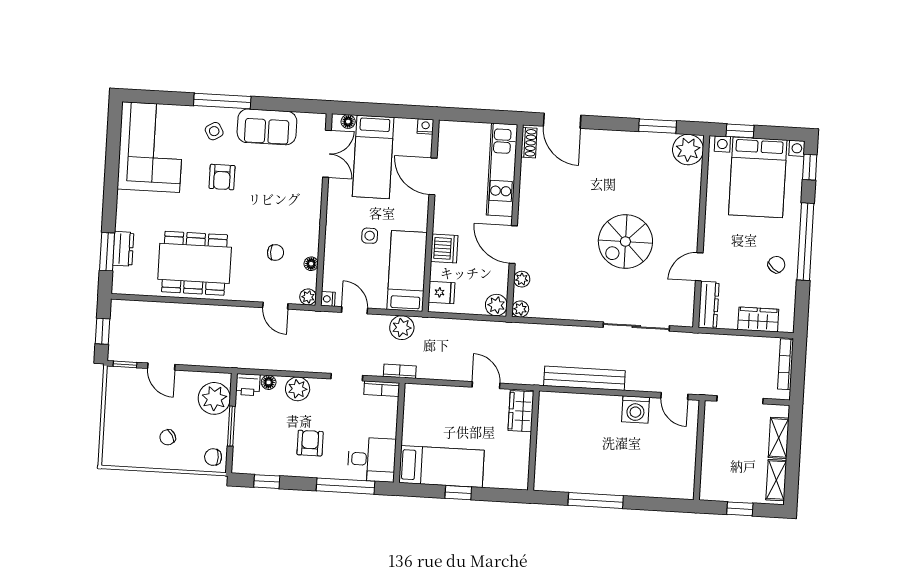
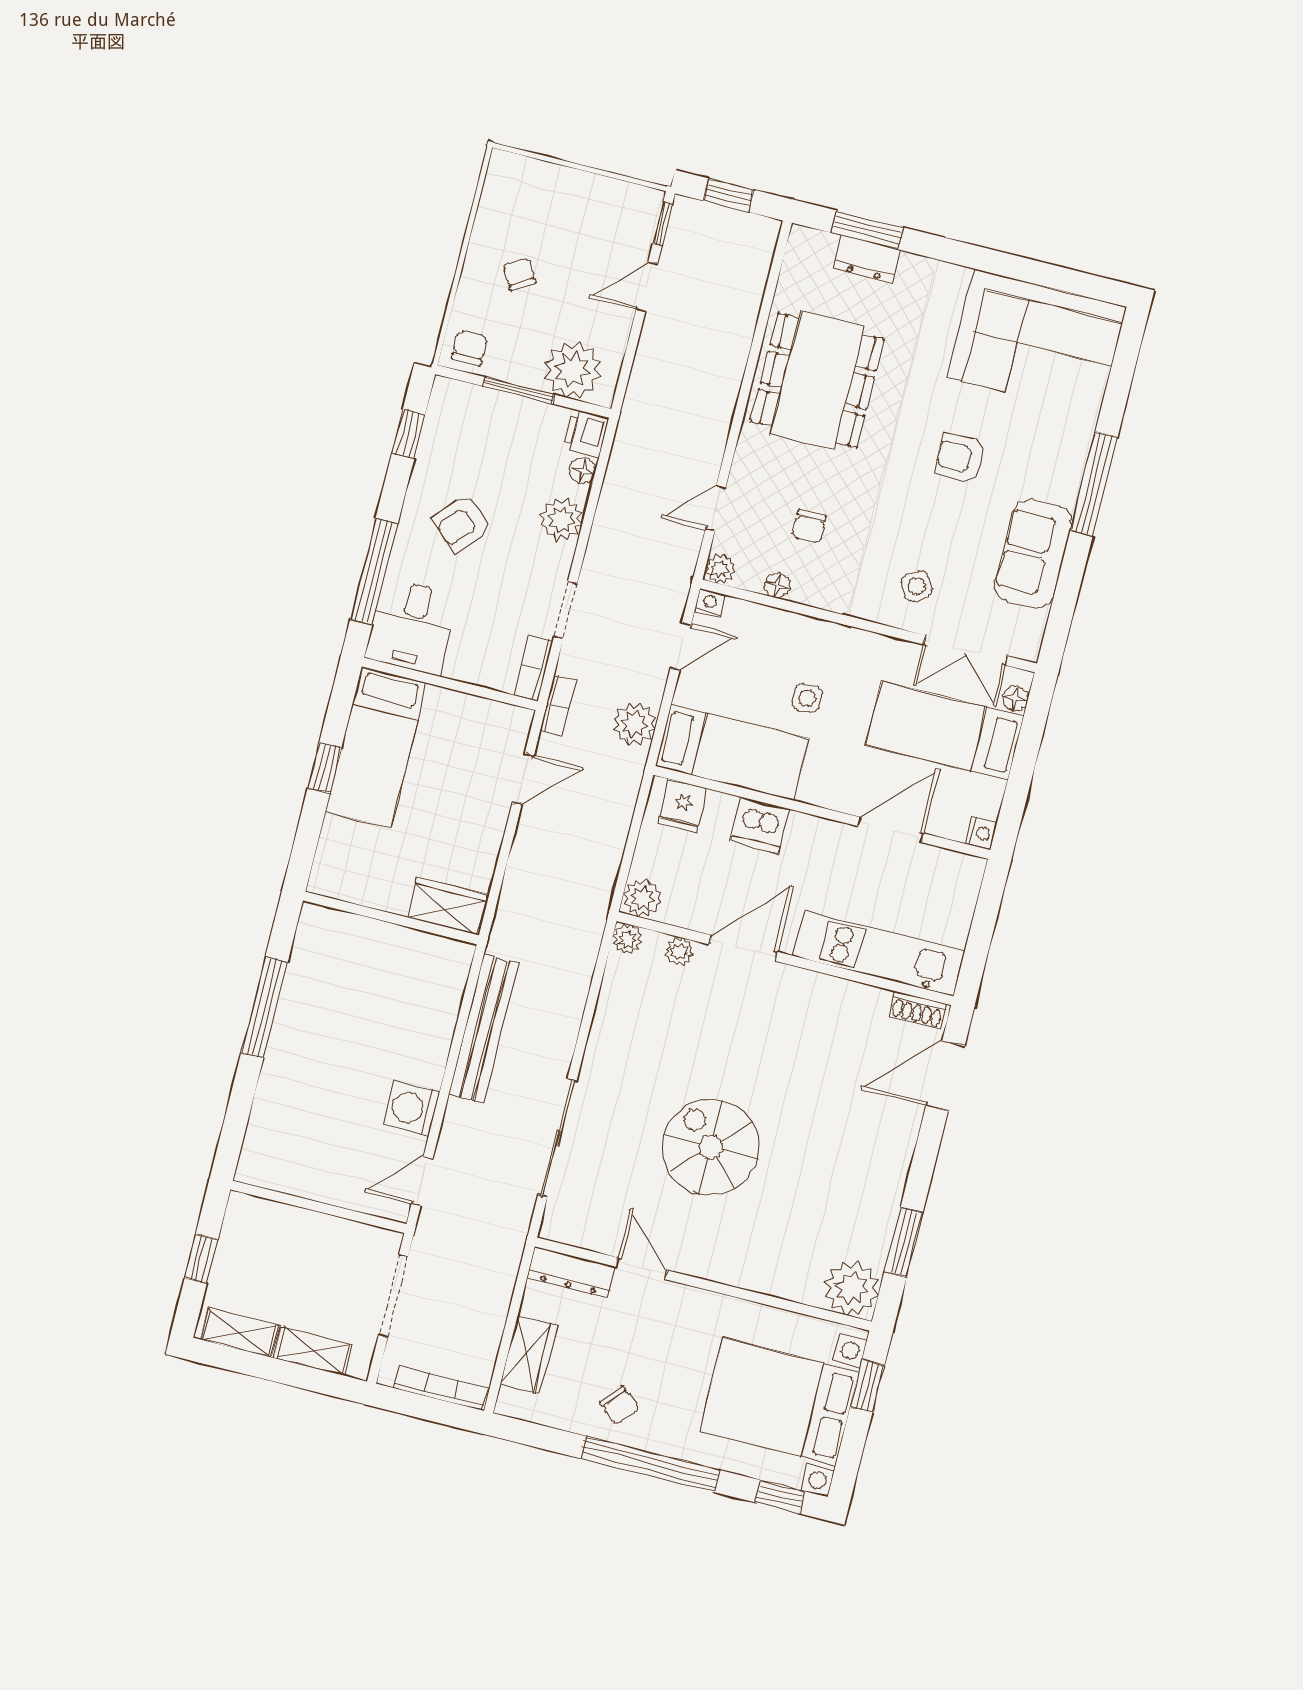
side table: (214, 131) -> (917, 586), moved
door: (486, 385) -> (523, 779), moved
armchair: (310, 443) -> (462, 523), turned 131

